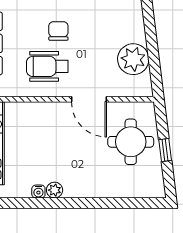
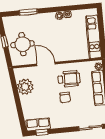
window: (114, 203) -> (28, 12), added

